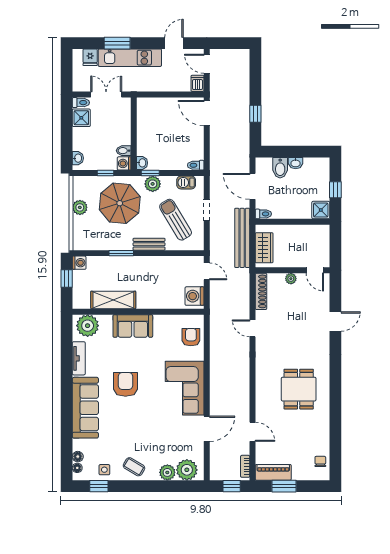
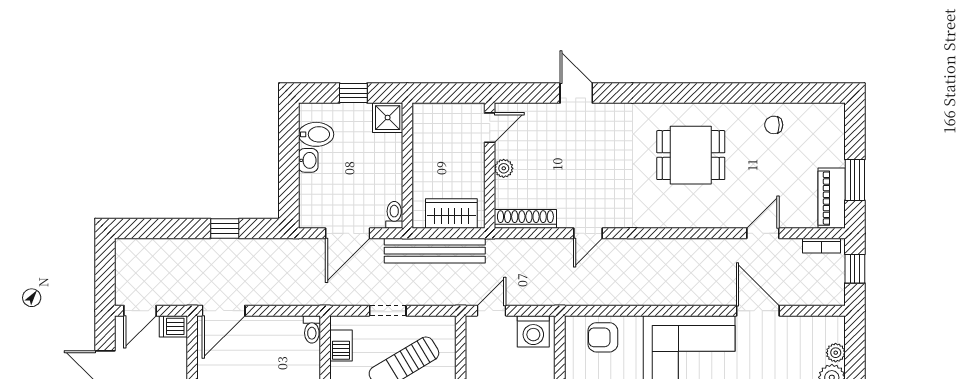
bidet: (280, 168) -> (316, 134), moved
chair: (320, 461) -> (774, 125), moved
plant: (187, 470) -> (836, 353), width x0.53, depth x0.53

